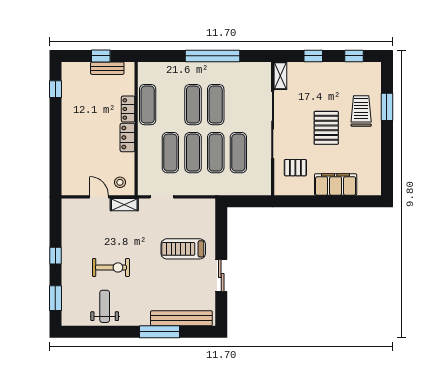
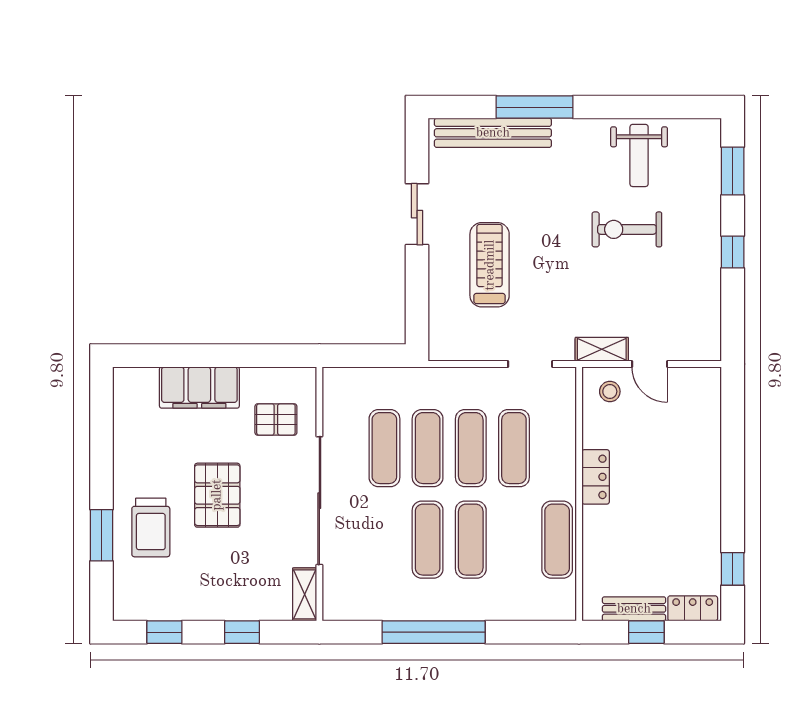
locker: (128, 109) -> (693, 608), moved, turned -90
treadmill: (183, 249) -> (490, 265), turned -90

